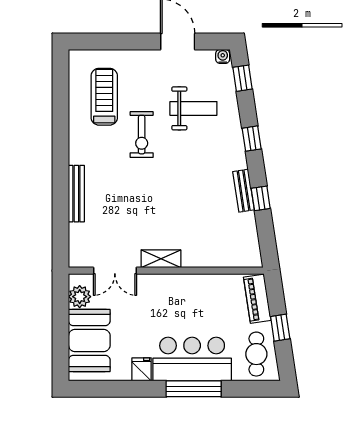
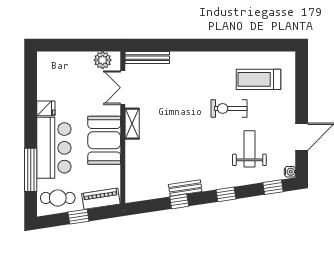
treadmill: (104, 97) -> (259, 79), turned 180
weight bench: (193, 108) -> (249, 149), turned 180
bench: (76, 194) -> (147, 58), moved
booth: (89, 340) -> (104, 140), moved, turned 90
window: (194, 389) -> (31, 170), moved

